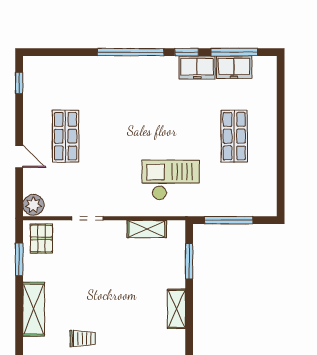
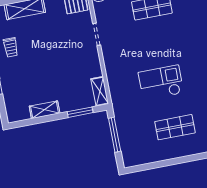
checkout: (171, 180) -> (161, 83), moved, turned -90
shelving: (147, 229) -> (100, 91), moved

